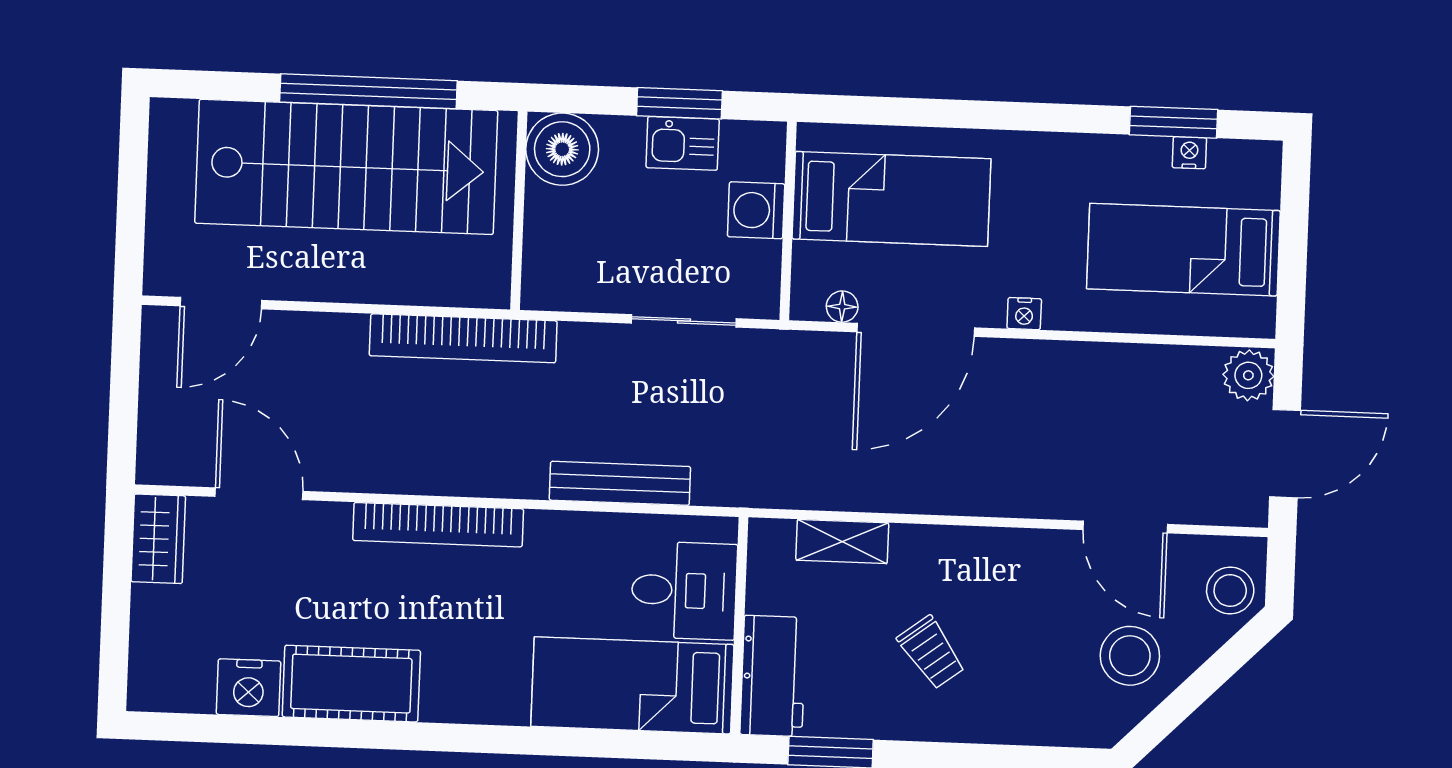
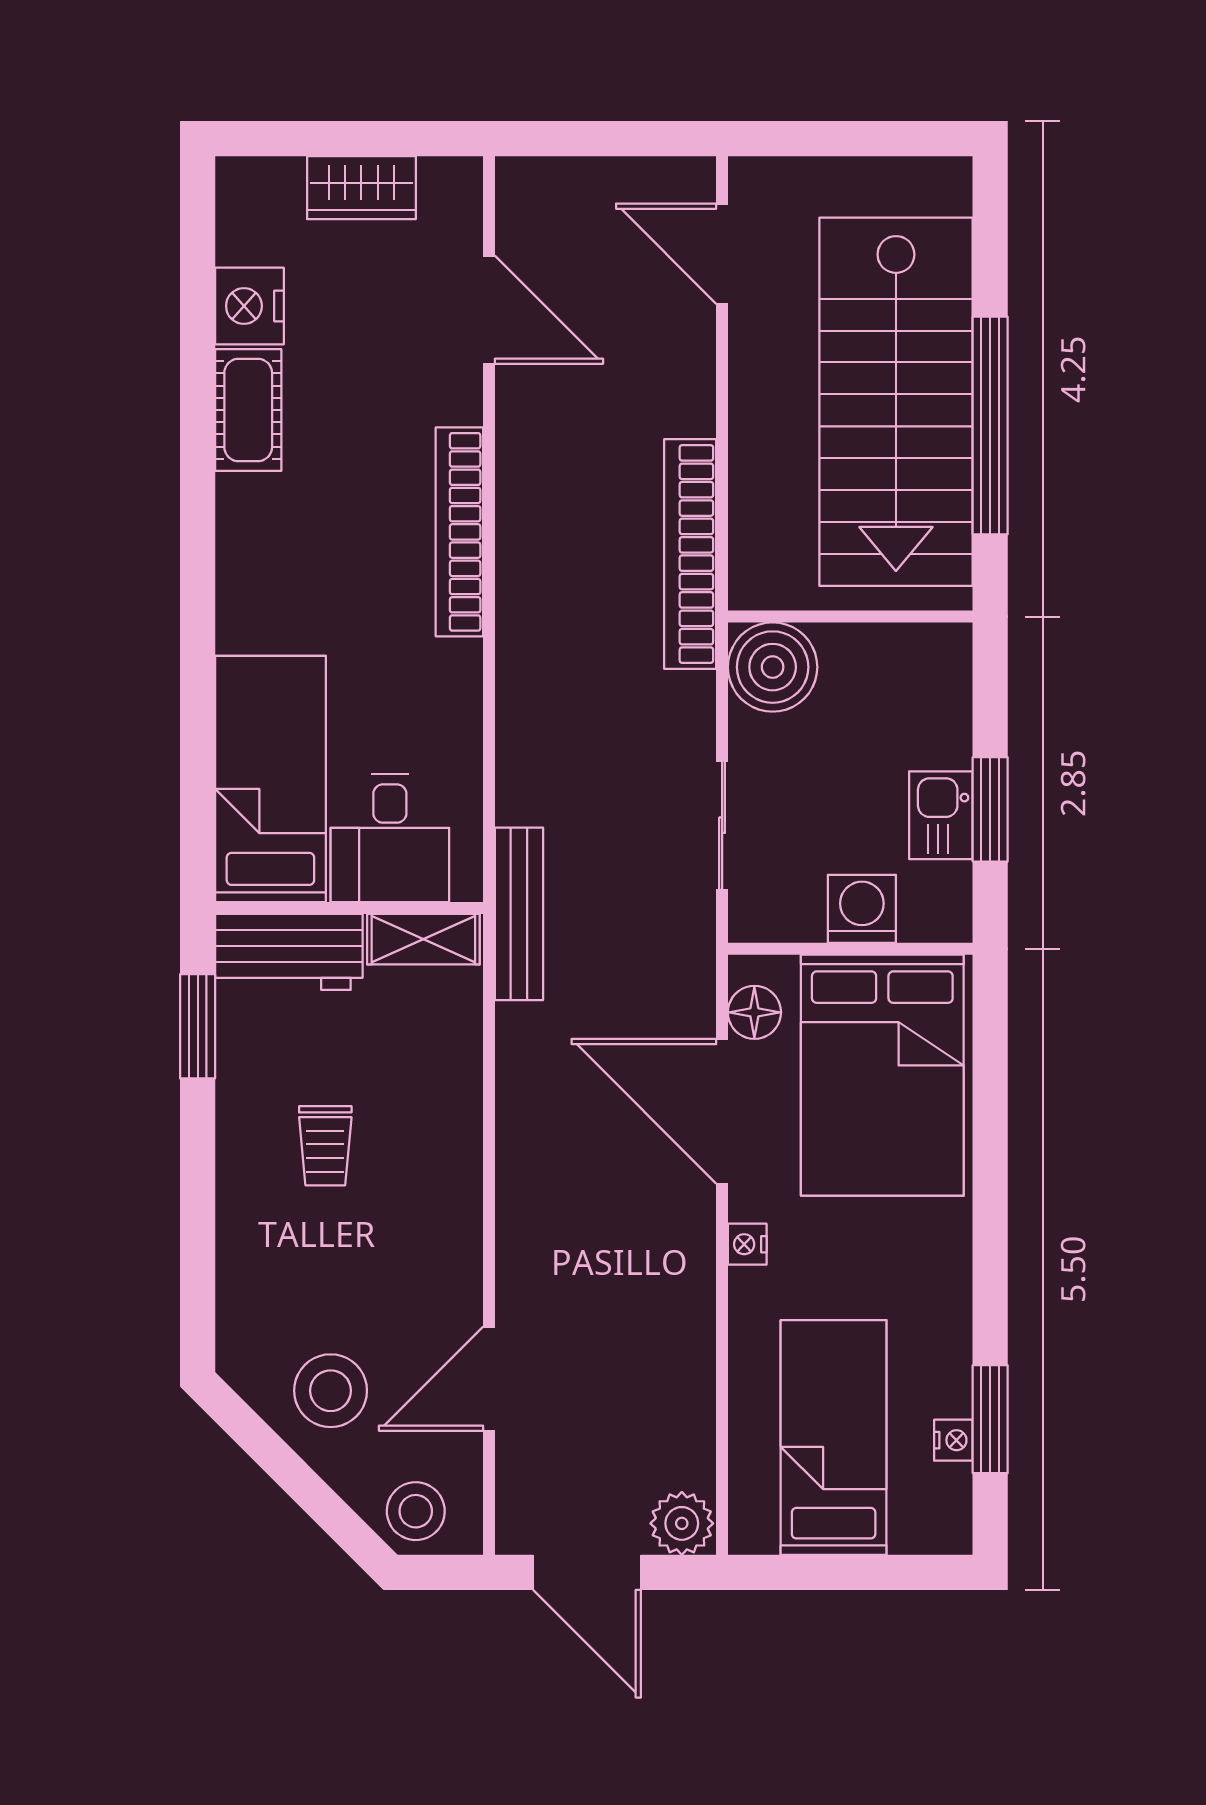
boiler: (562, 149) -> (773, 667), moved
bed: (891, 199) -> (882, 1075), width x1.50
floor lamp: (842, 307) -> (754, 1012), width x1.37, depth x1.37
bench: (620, 483) -> (519, 914), moved
door: (259, 494) -> (489, 310), hinge flipped
wardrobe: (158, 539) -> (361, 188), moved
shelving: (842, 541) -> (423, 939), moved, turned 90
trolley: (931, 652) -> (325, 1146), turned -53
cot: (351, 684) -> (248, 410), width x0.73, depth x0.75

